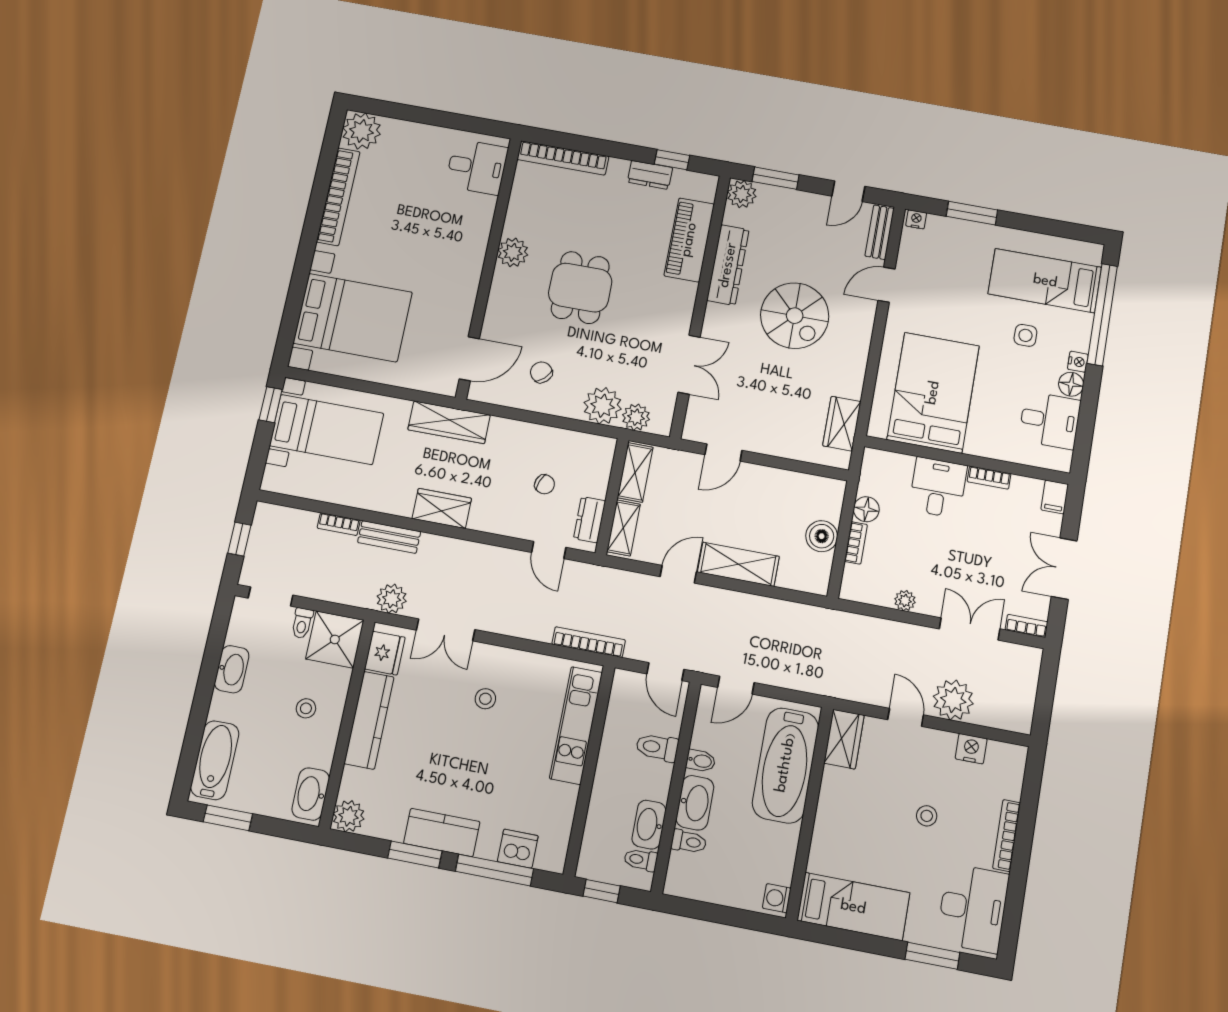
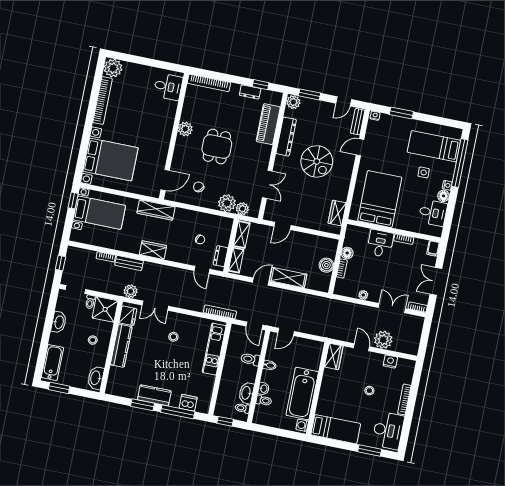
bathtub: (785, 765) -> (302, 394), moved
washbasin: (695, 803) -> (264, 389), width x0.52, depth x0.69
plant: (349, 816) -> (113, 388), removed

